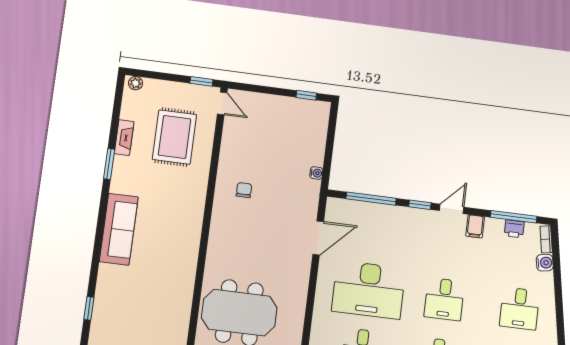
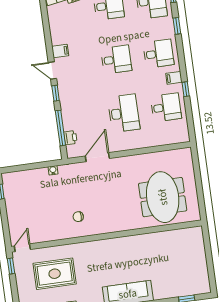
window: (514, 217) -> (46, 26), removed
printer: (514, 229) -> (70, 138), moved
door: (318, 238) -> (97, 157), hinge flipped
desk: (369, 290) -> (124, 113), width x0.73, depth x0.77

